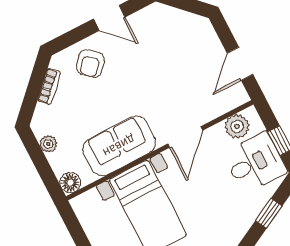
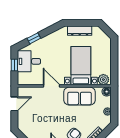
plant: (237, 126) -> (103, 80), moved
door: (185, 137) -> (51, 86), hinge flipped

